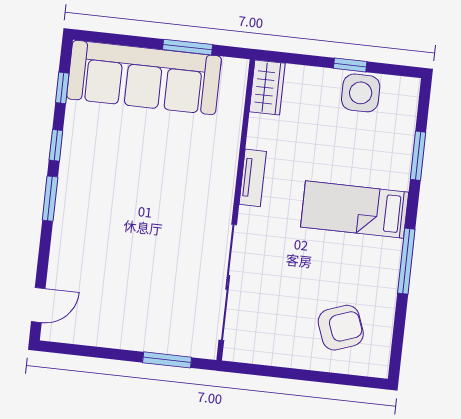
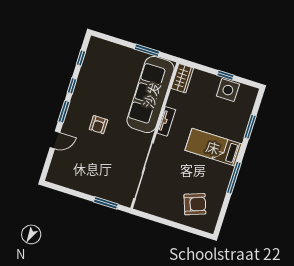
sofa: (144, 77) -> (151, 95), moved, turned 90
armchair: (122, 210) -> (98, 125), added
door: (38, 305) -> (55, 140), moved

